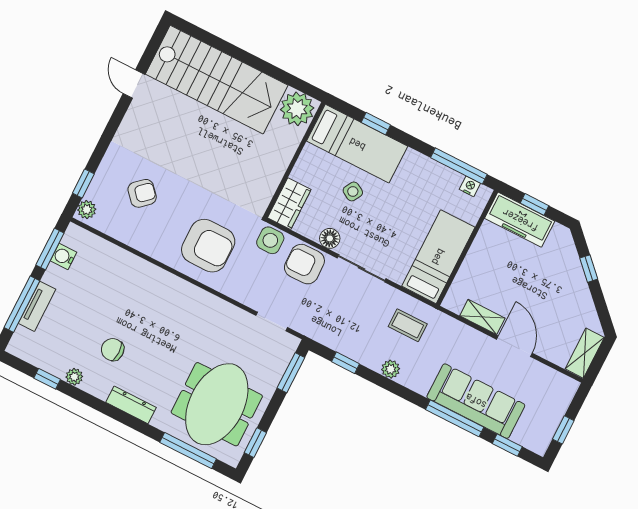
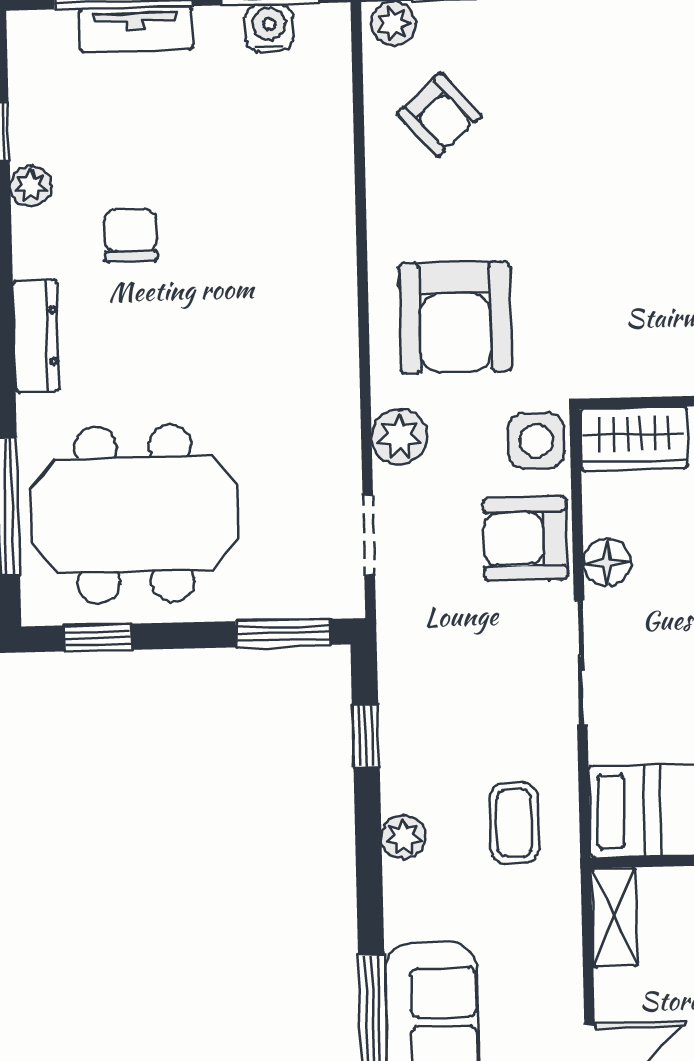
armchair: (142, 193) -> (439, 115), moved
armchair: (304, 264) -> (525, 539), turned -89
plant: (241, 290) -> (399, 437), added
shelving: (482, 317) -> (614, 917), moved

